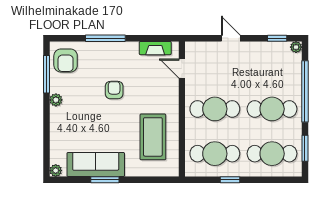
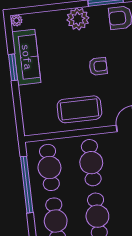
plant: (56, 100) -> (78, 19), width x1.88, depth x1.88
coffee table: (153, 137) -> (79, 109), moved
window: (230, 180) -> (27, 185), width x3.17

